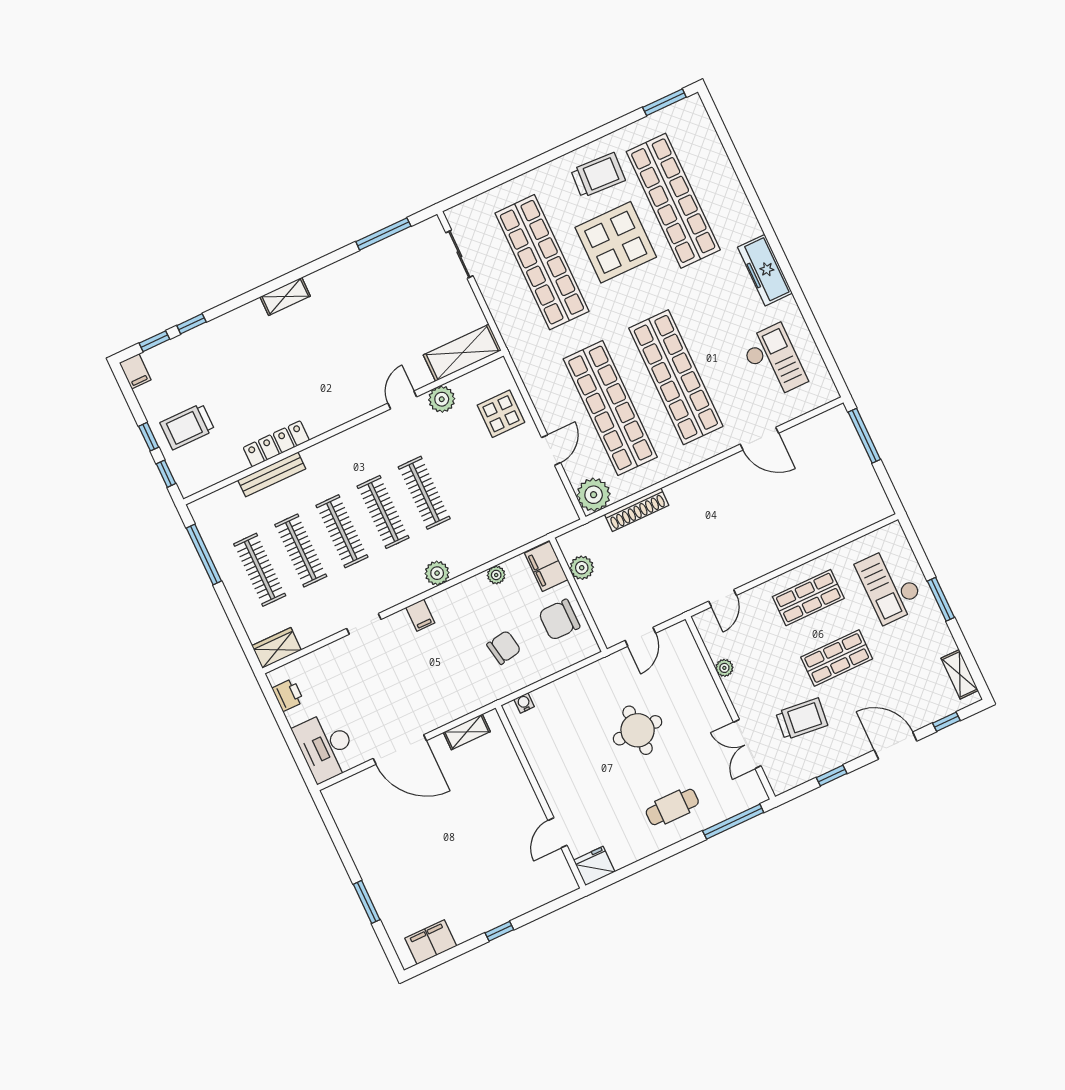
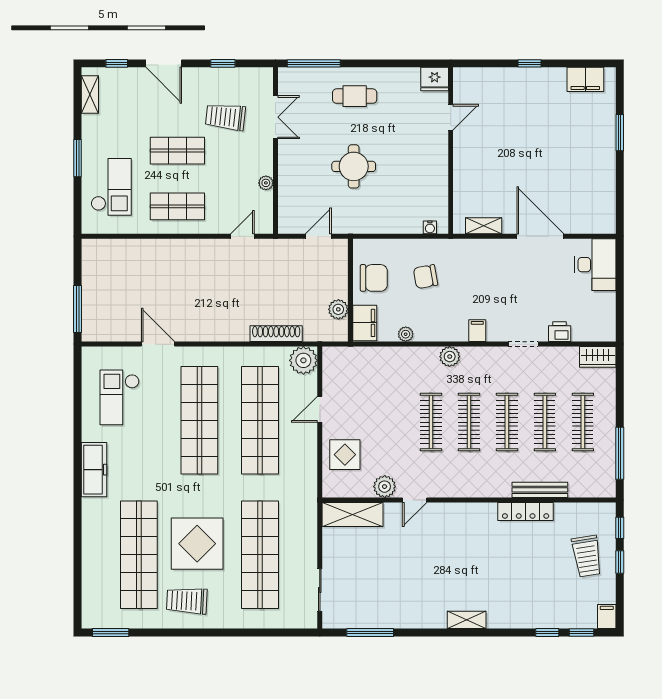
trolley: (187, 426) -> (587, 556), turned 81
printer: (288, 695) -> (560, 332), moved, turned 90

